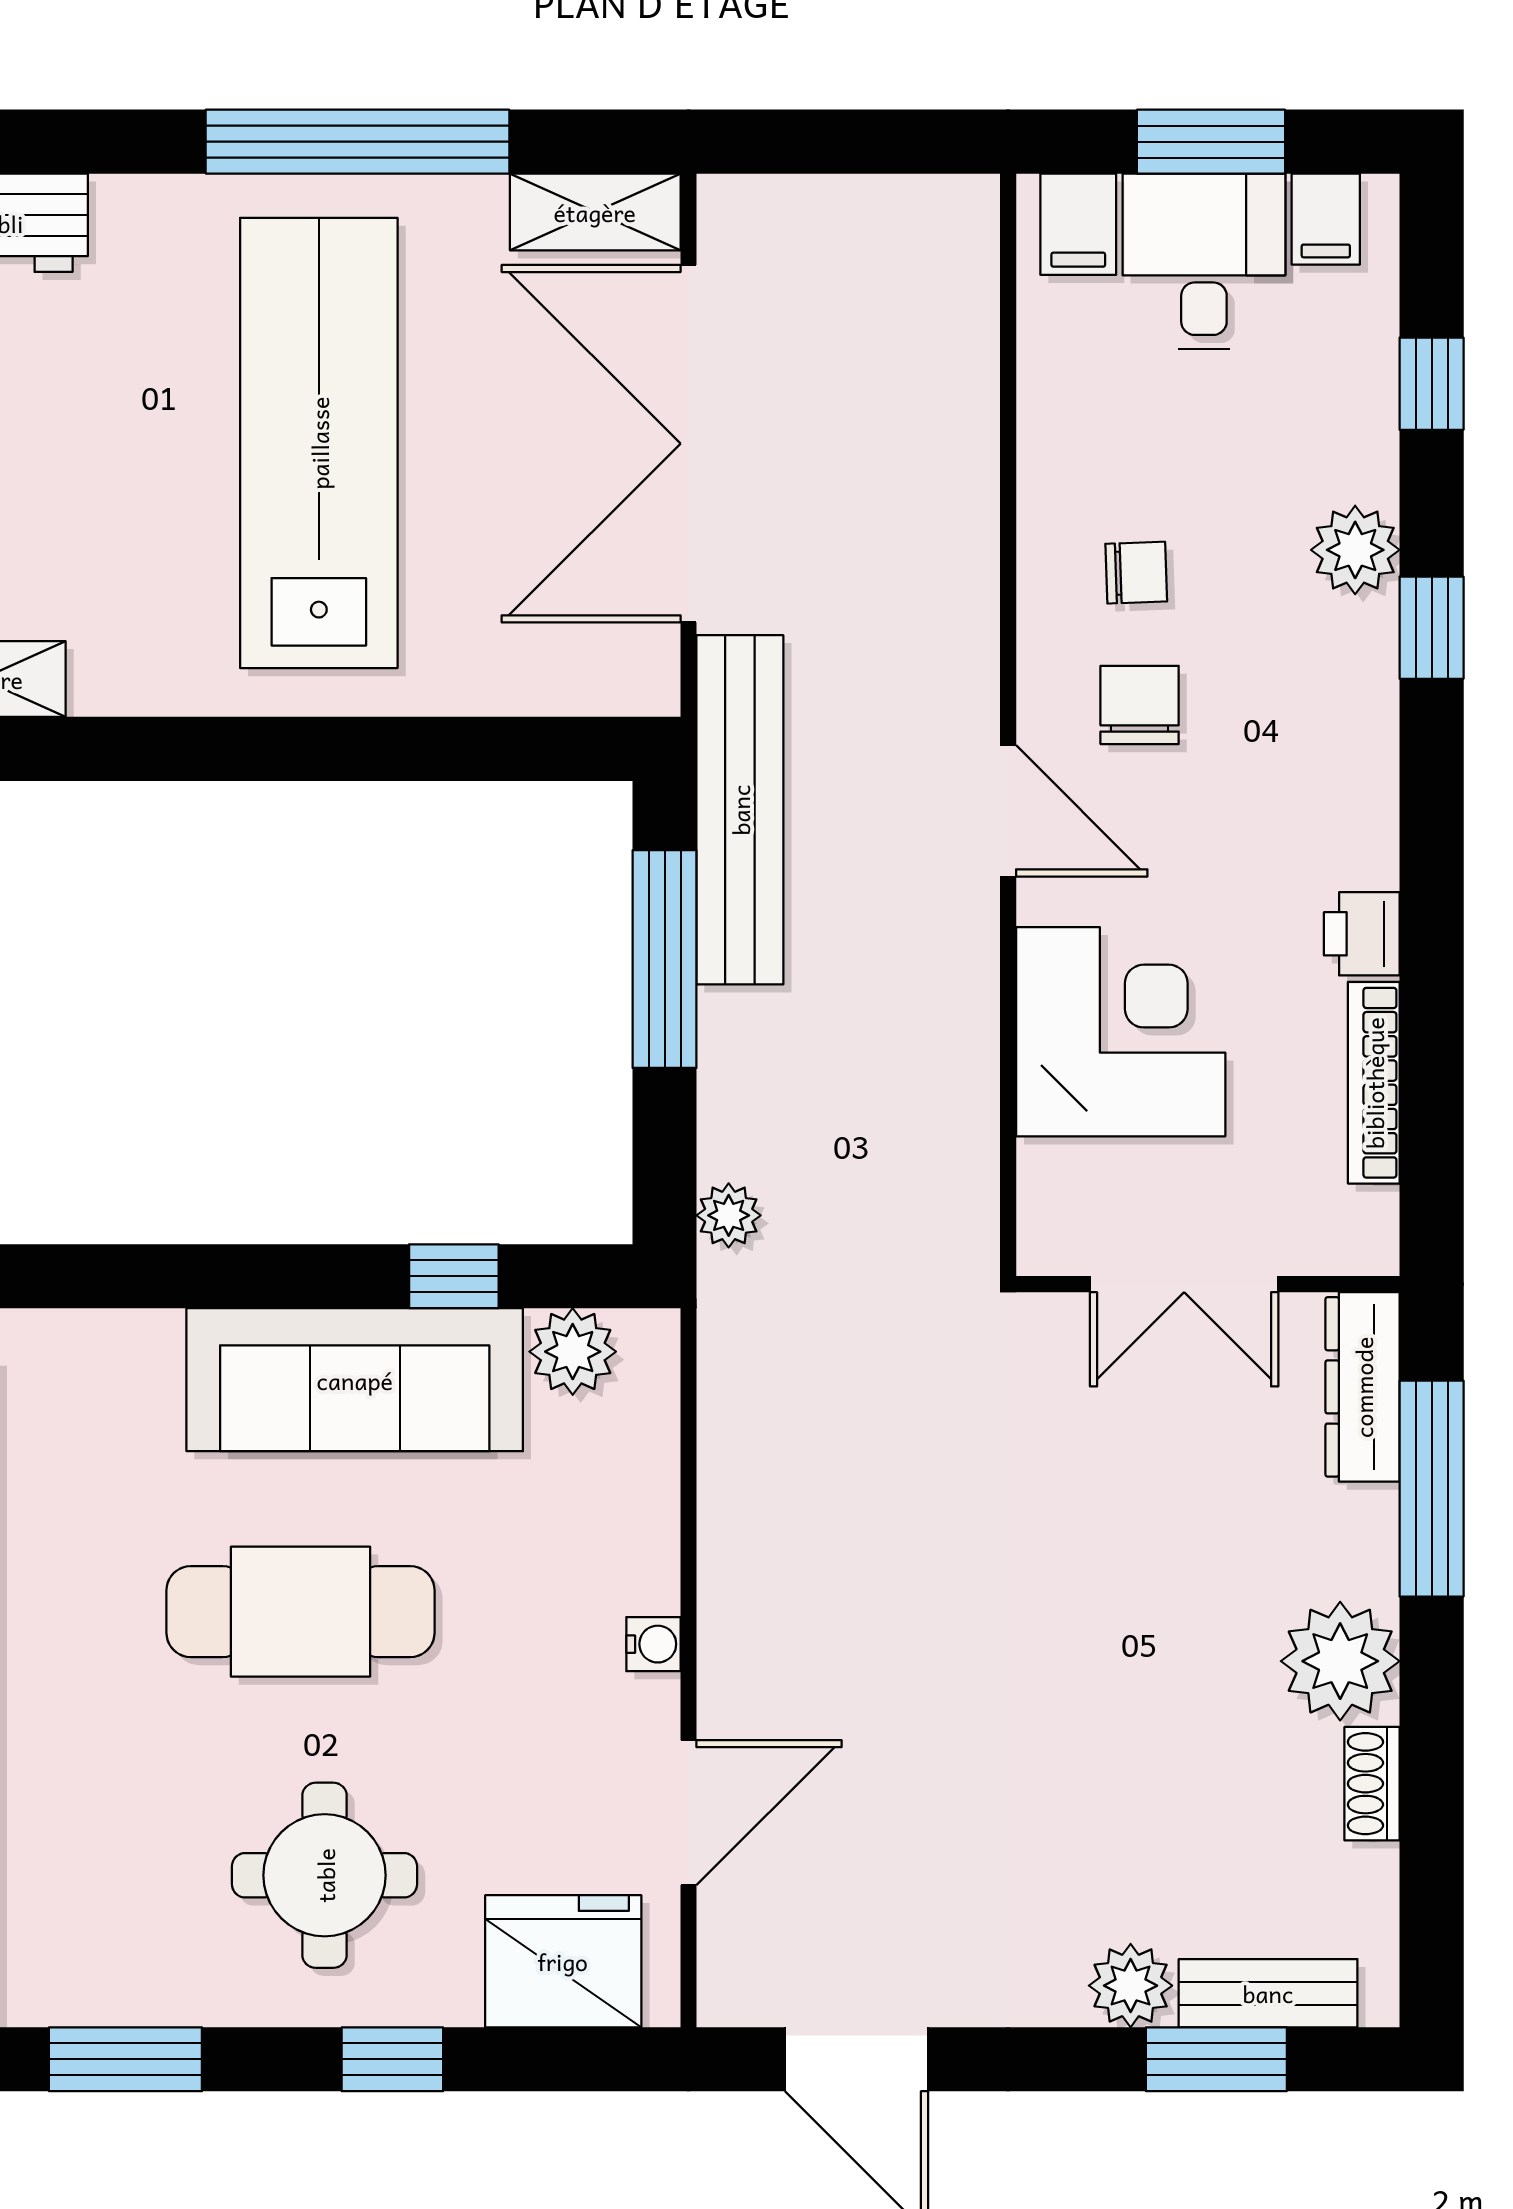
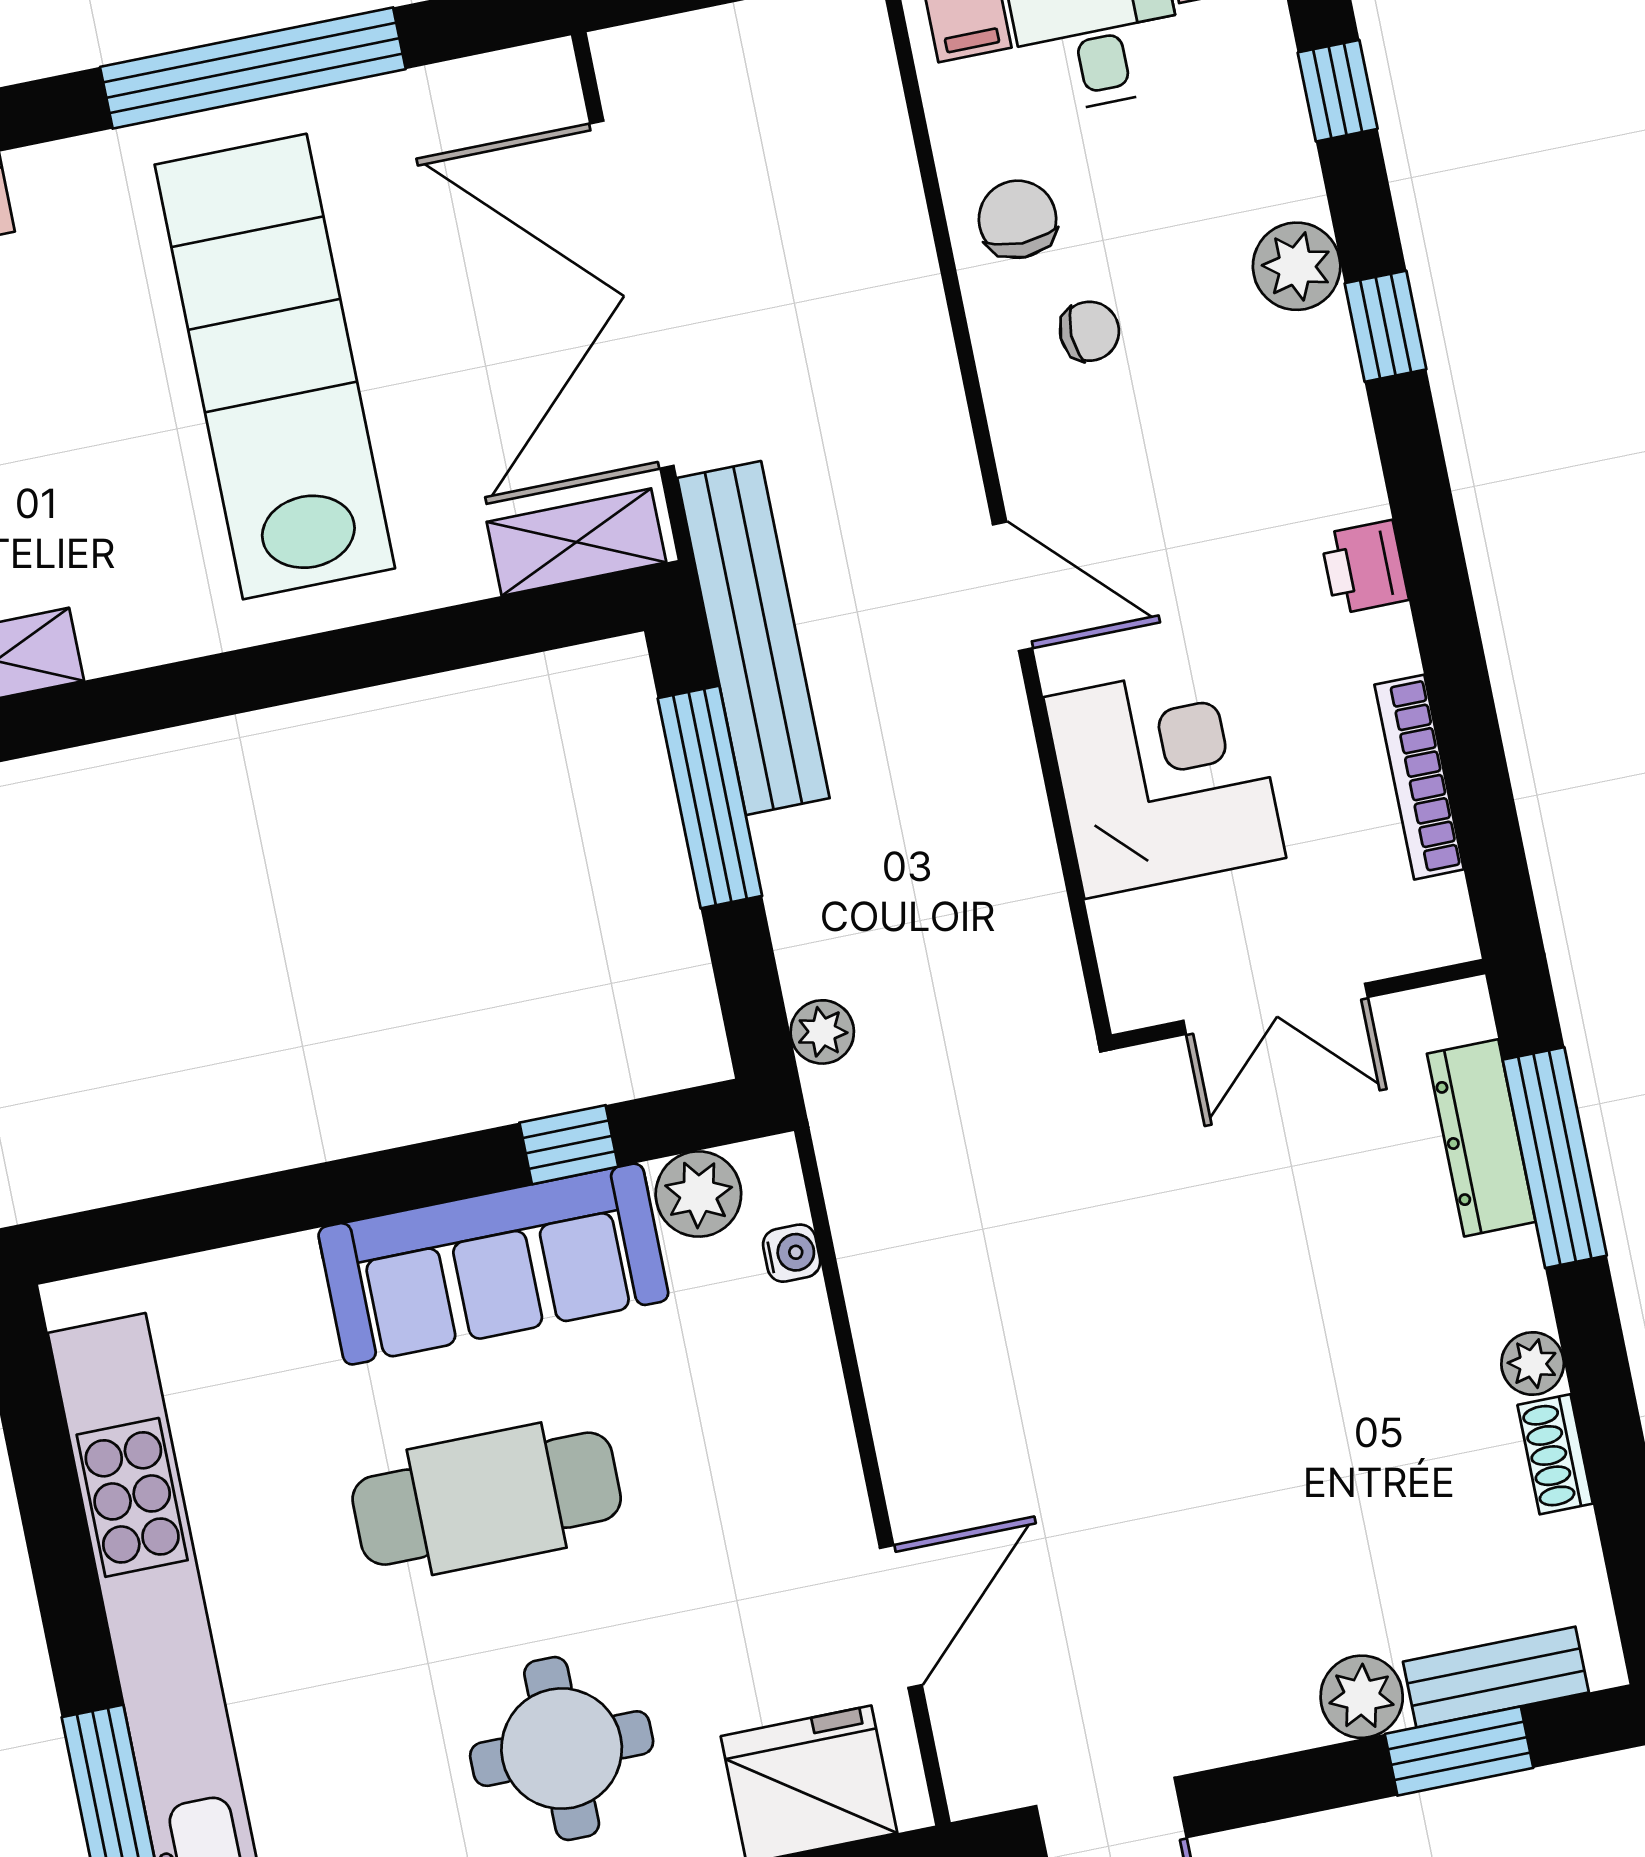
shelving: (595, 212) -> (576, 542), moved
chair: (1140, 705) -> (1018, 219), moved
printer: (1362, 934) -> (1364, 567), moved
dresser: (1363, 1387) -> (1481, 1138), moved
water cooler: (653, 1644) -> (792, 1253), moved
plant: (1340, 1661) -> (1533, 1364), width x0.53, depth x0.53

